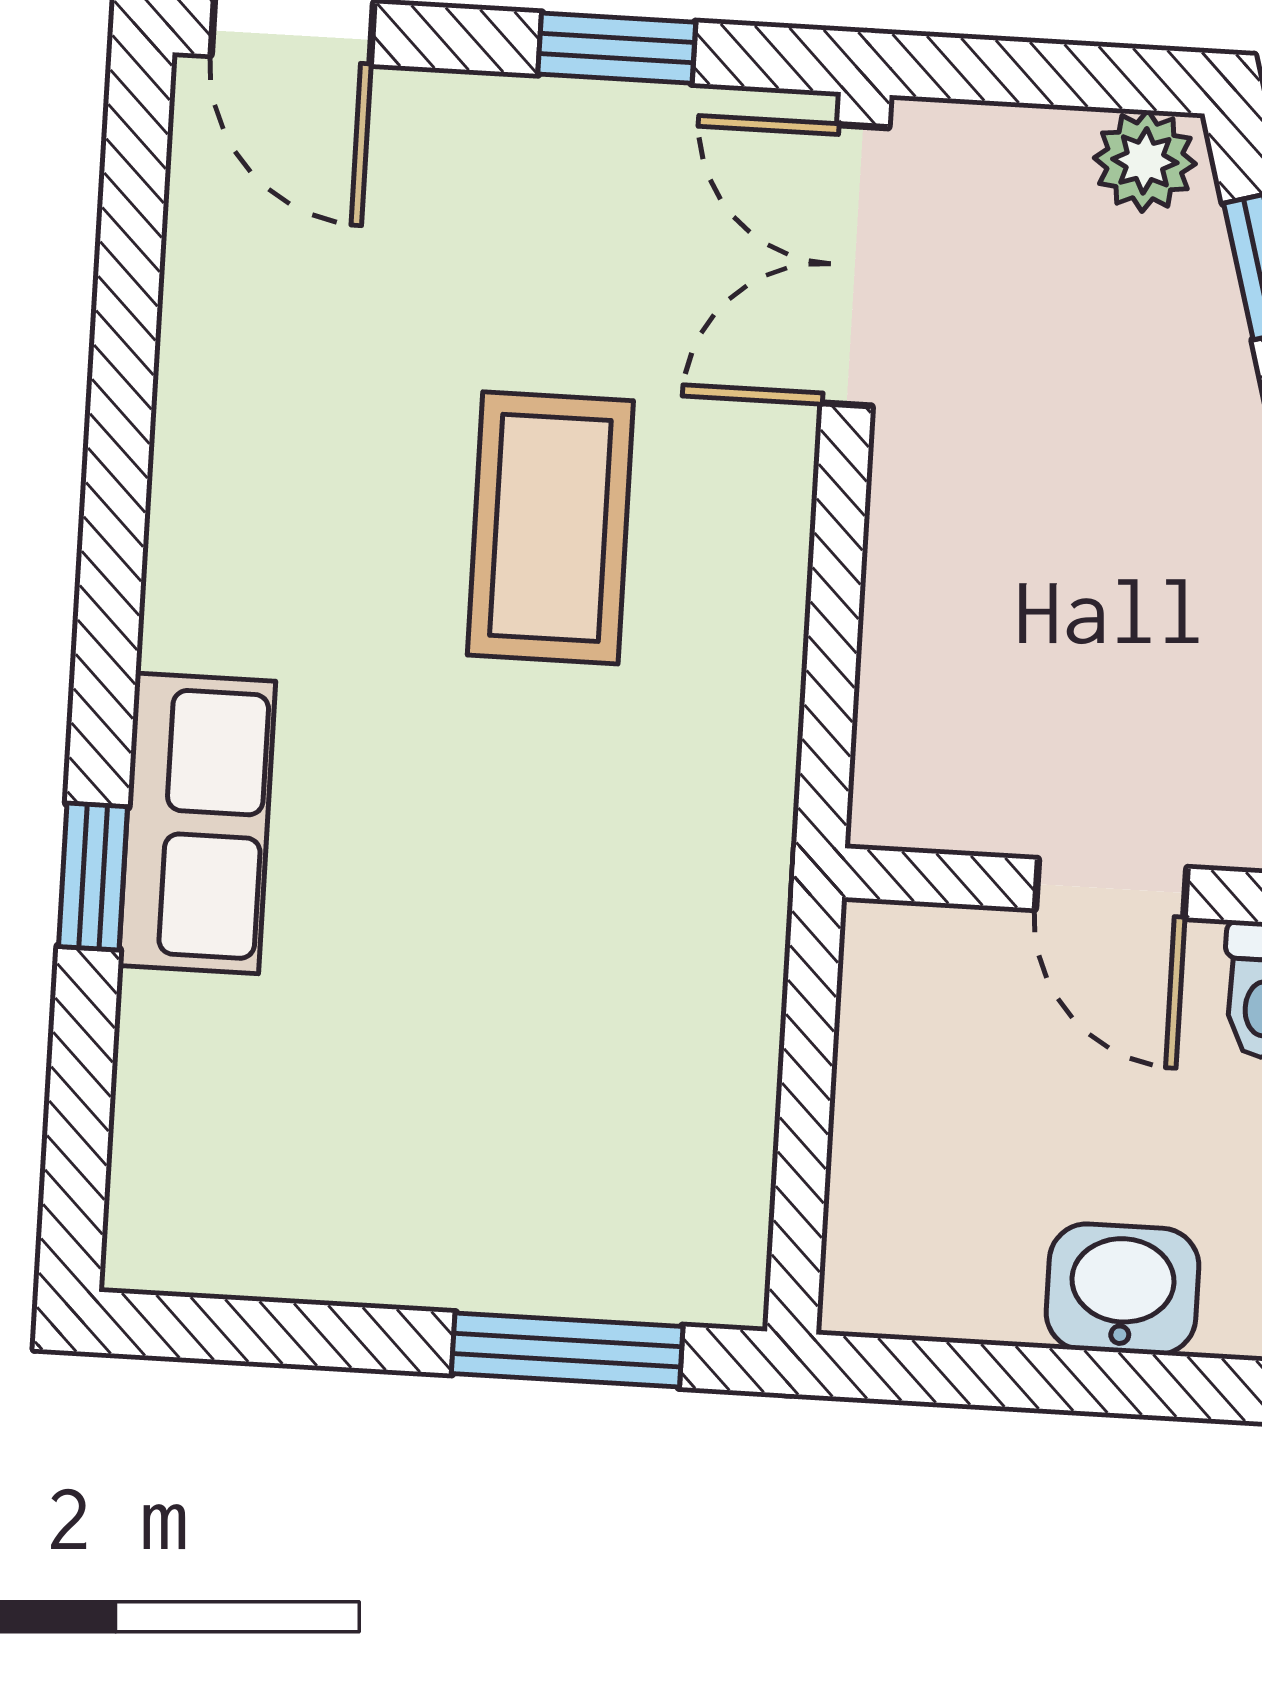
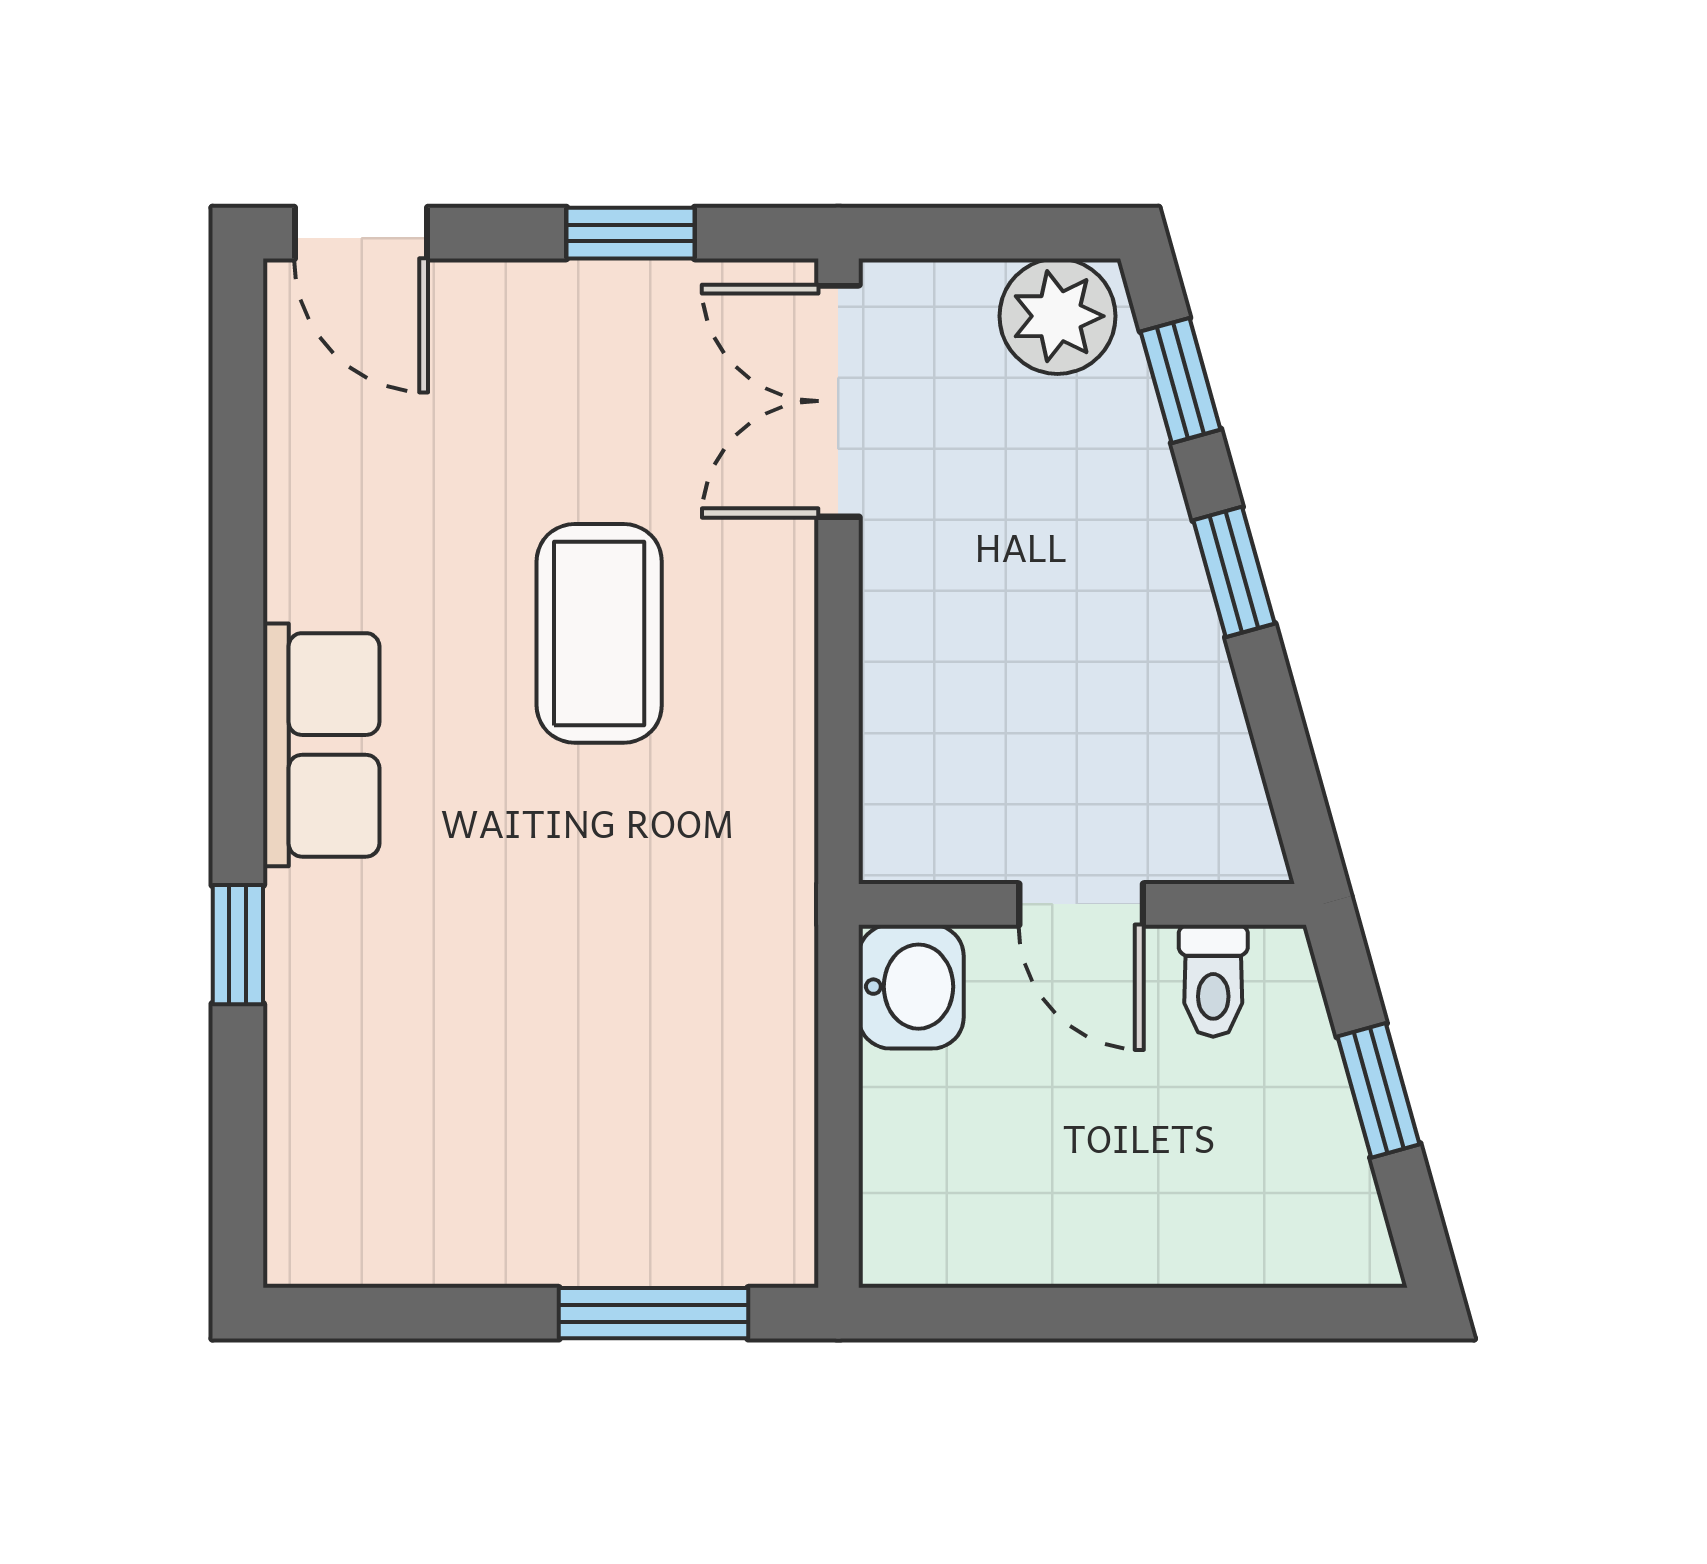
plant: (1145, 161) -> (1057, 316), width x1.38, depth x1.38
row of seats: (197, 823) -> (321, 745), moved
washbasin: (1122, 1289) -> (911, 987), moved, turned 90

